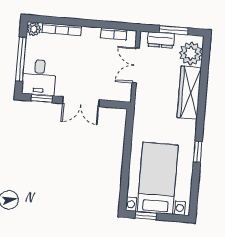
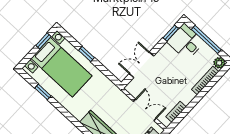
double door: (81, 102) -> (141, 65), moved
window: (198, 152) -> (43, 92), moved
window: (126, 164) -> (86, 54), added

